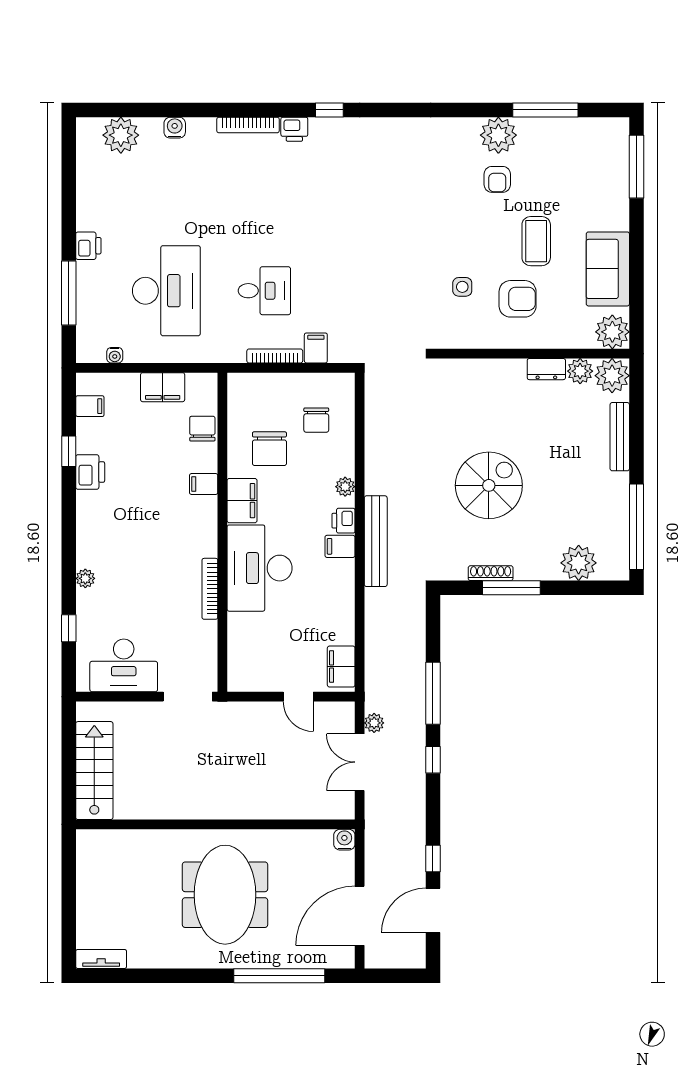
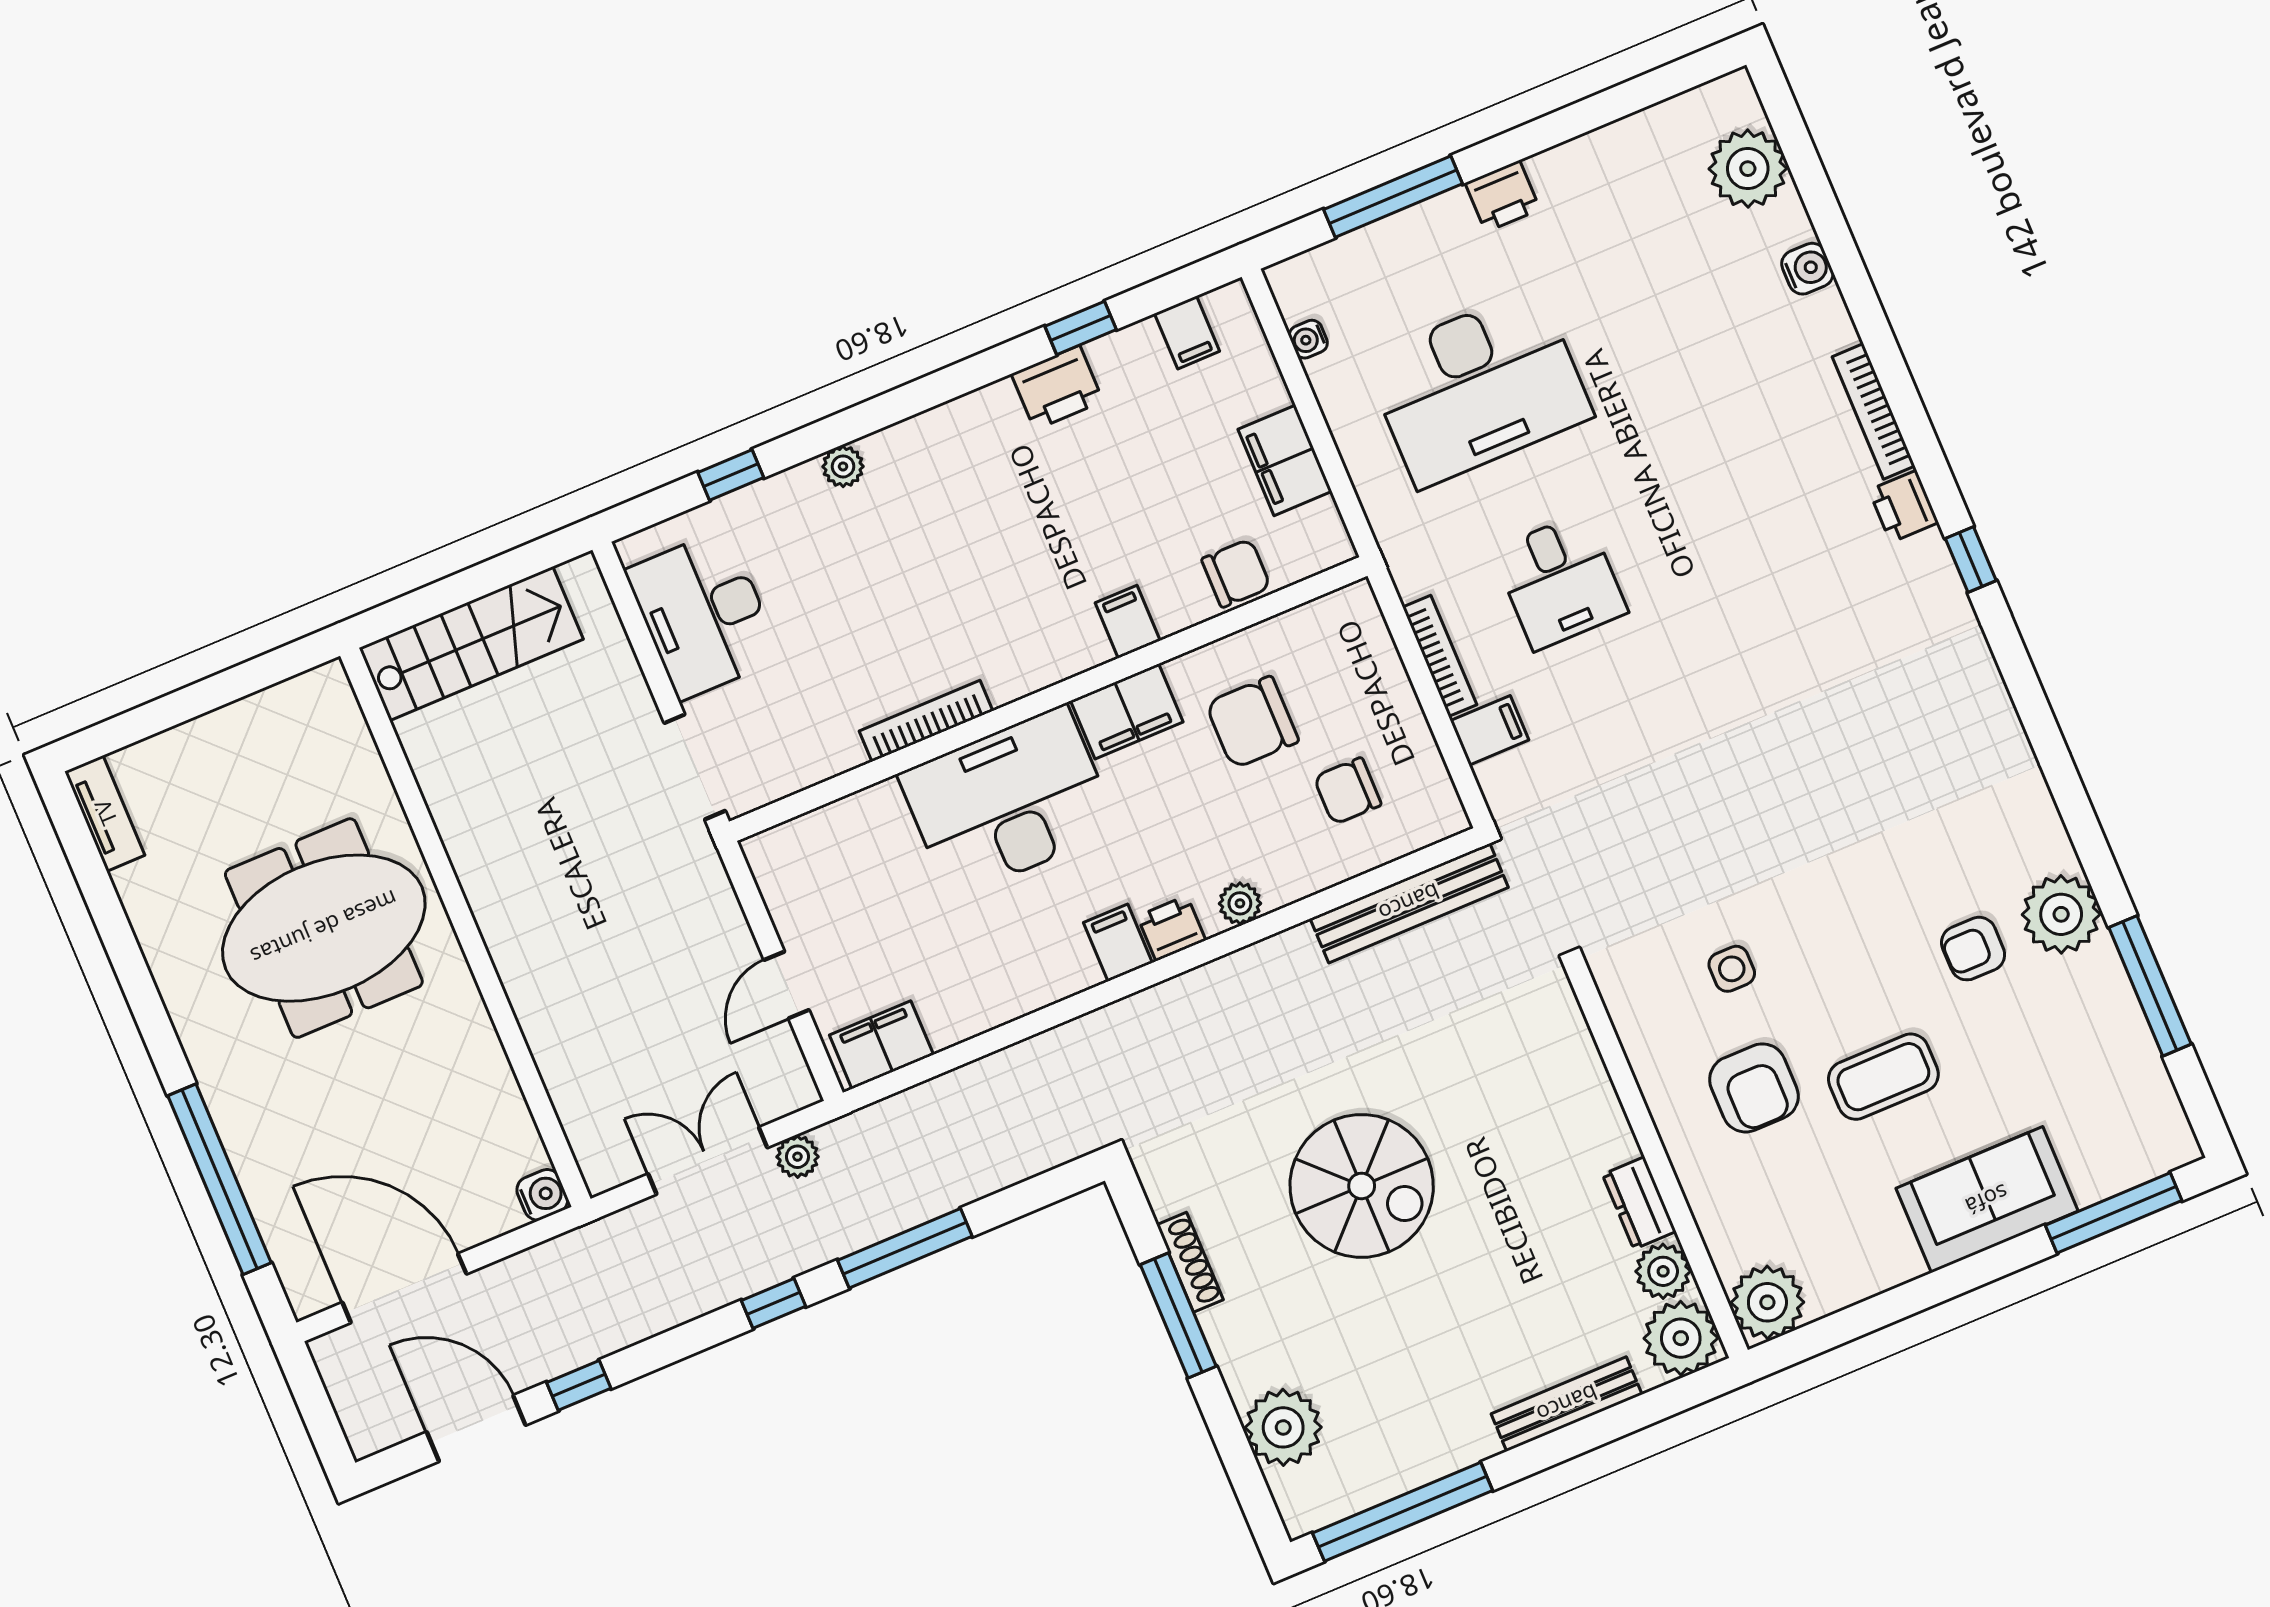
sofa: (608, 269) -> (1987, 1200), moved
bench: (376, 541) -> (1409, 903), moved
meeting table: (225, 895) -> (324, 928), moved

